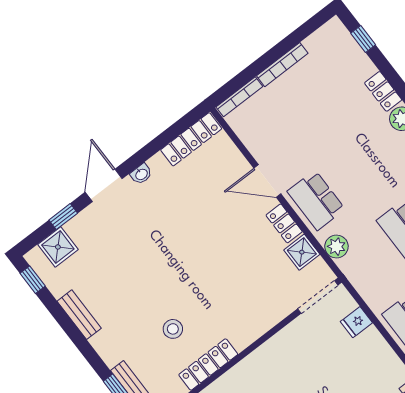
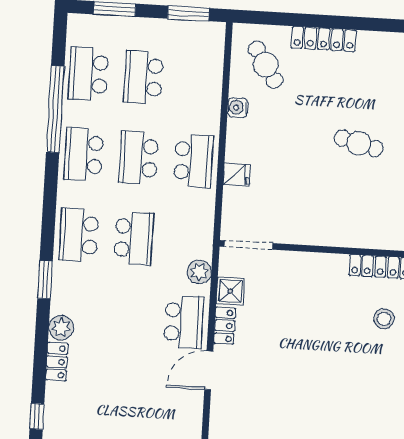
door: (267, 181) -> (209, 370), swing flipped
fridge: (356, 322) -> (237, 175), moved

